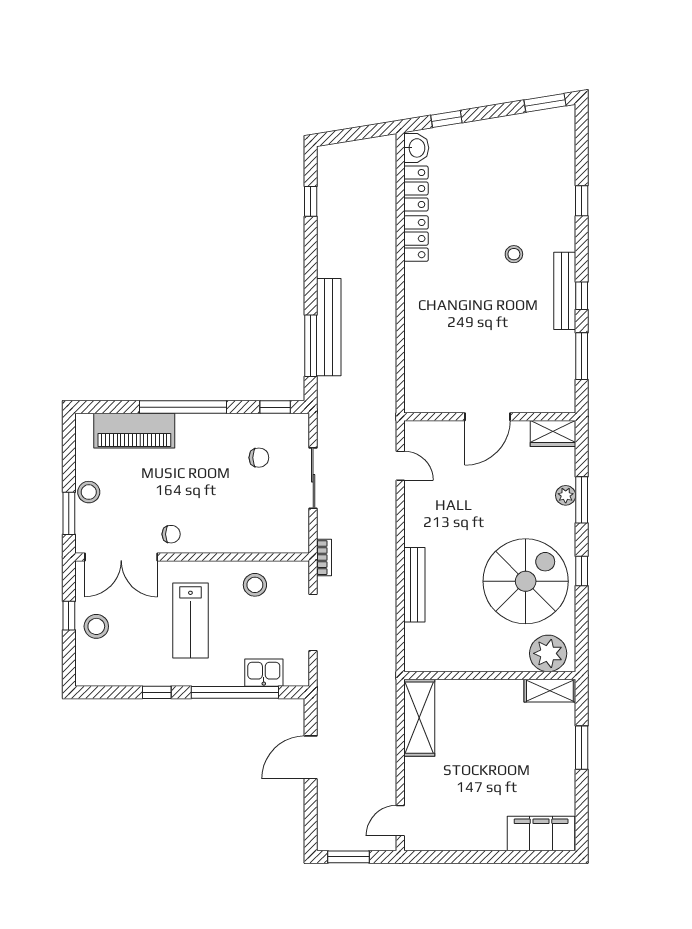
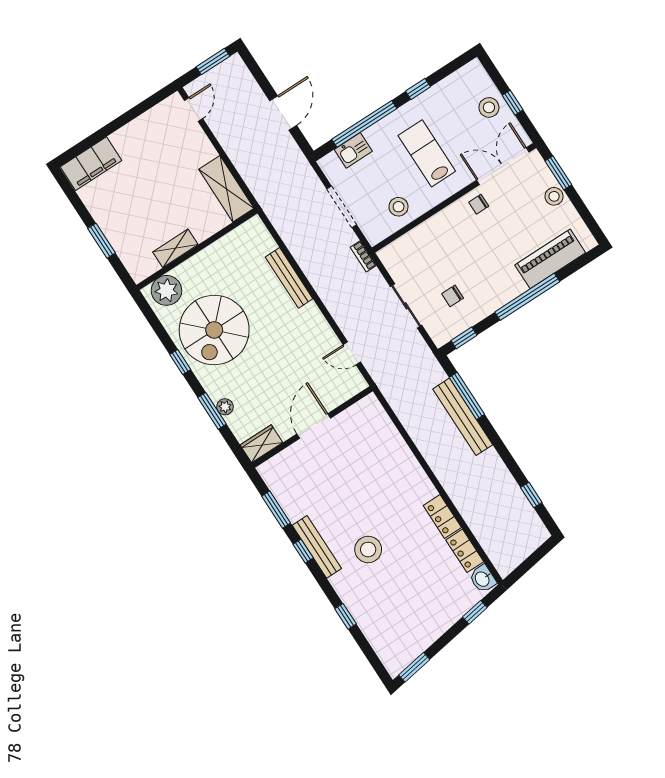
stool: (514, 254) -> (368, 549), width x1.89, depth x1.89
shelving: (550, 691) -> (175, 248), moved

